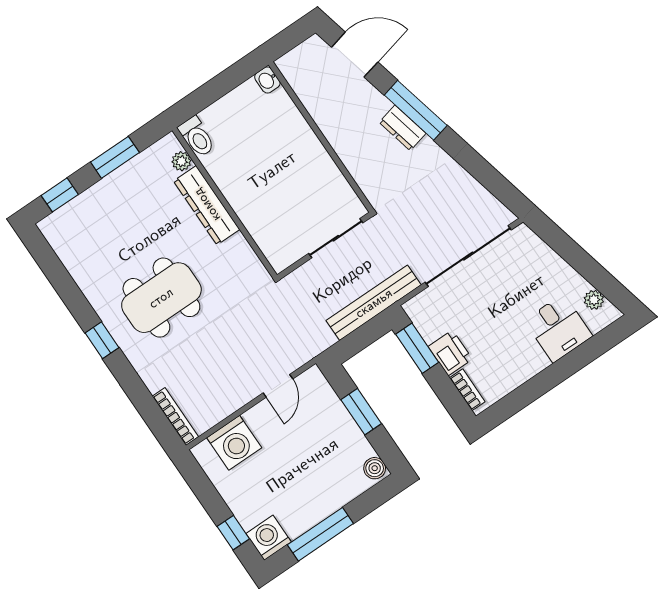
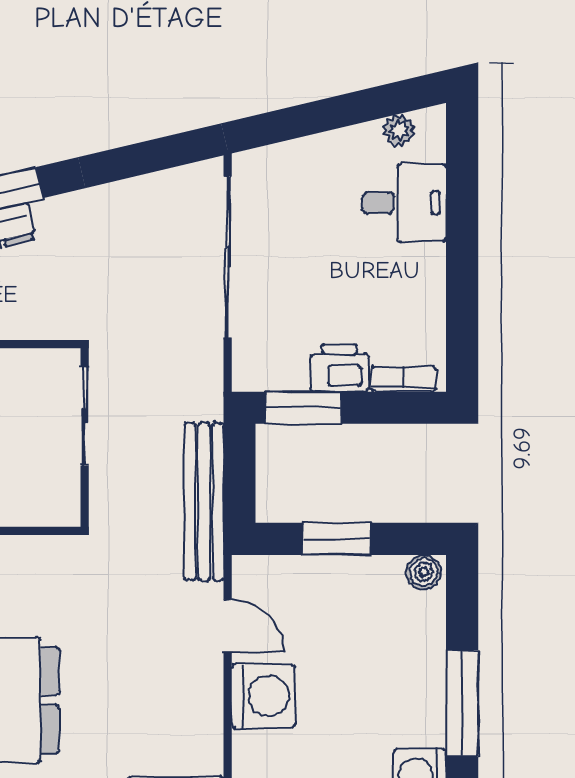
bench: (374, 303) -> (204, 502), moved
washing machine: (234, 443) -> (263, 696), moved

